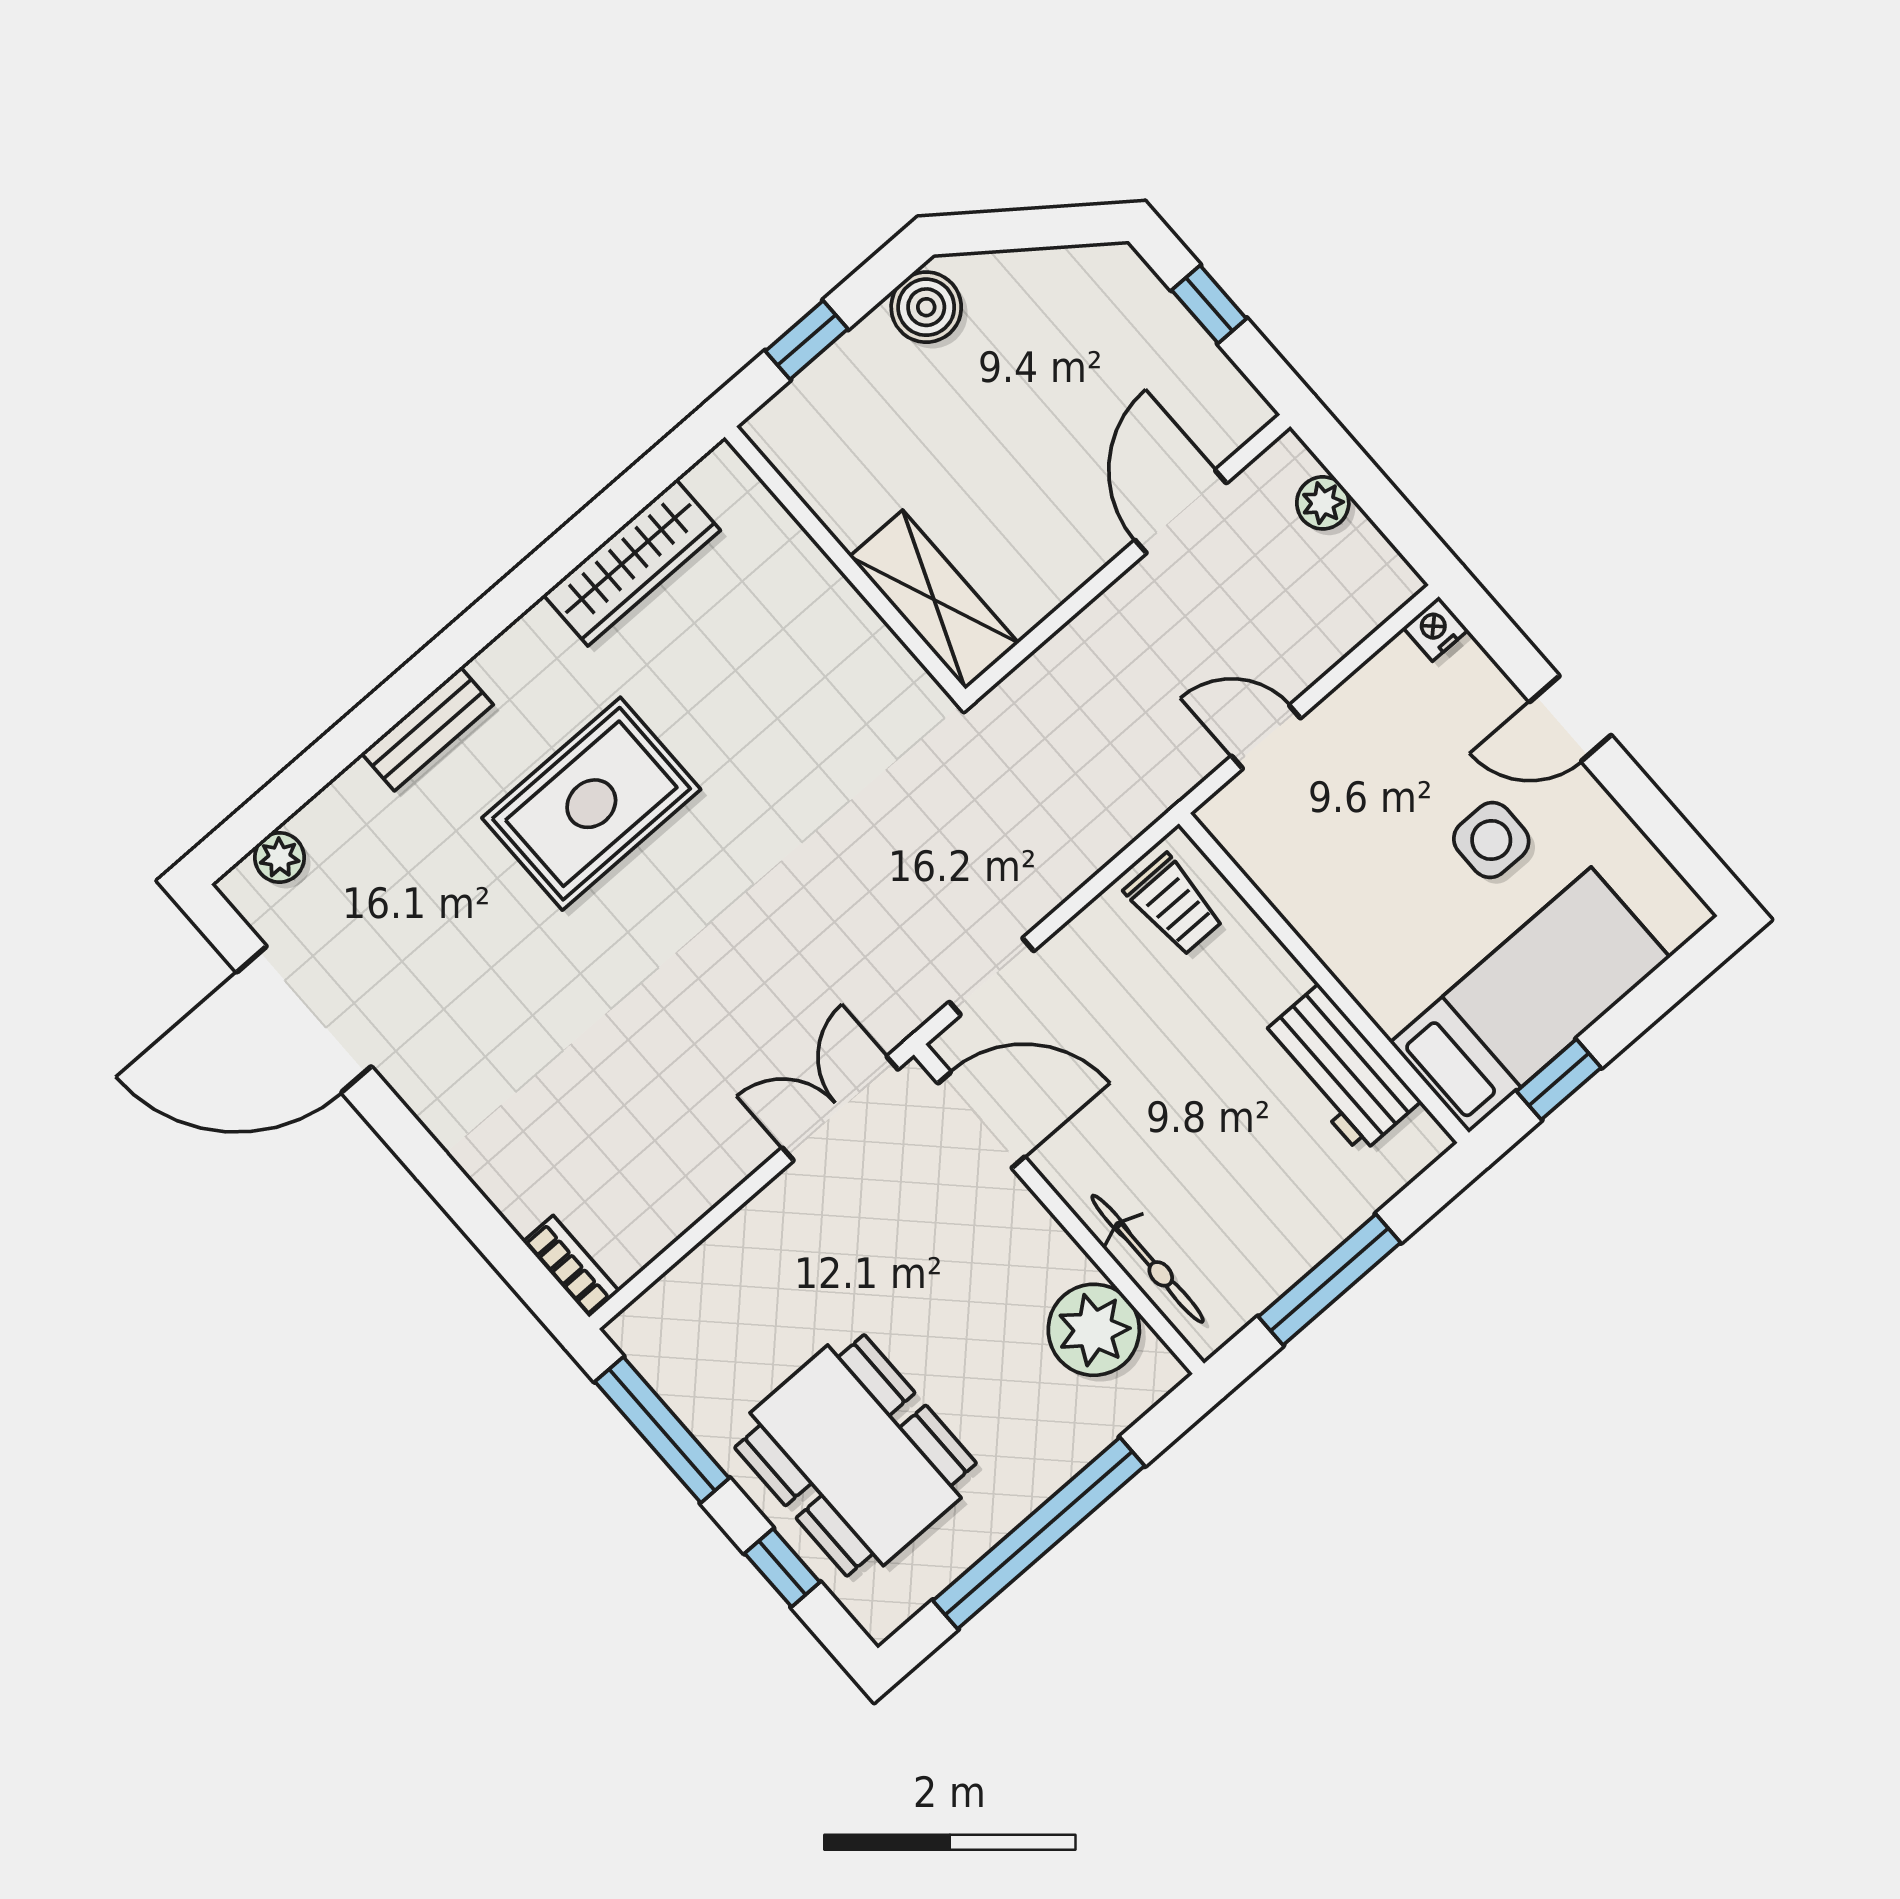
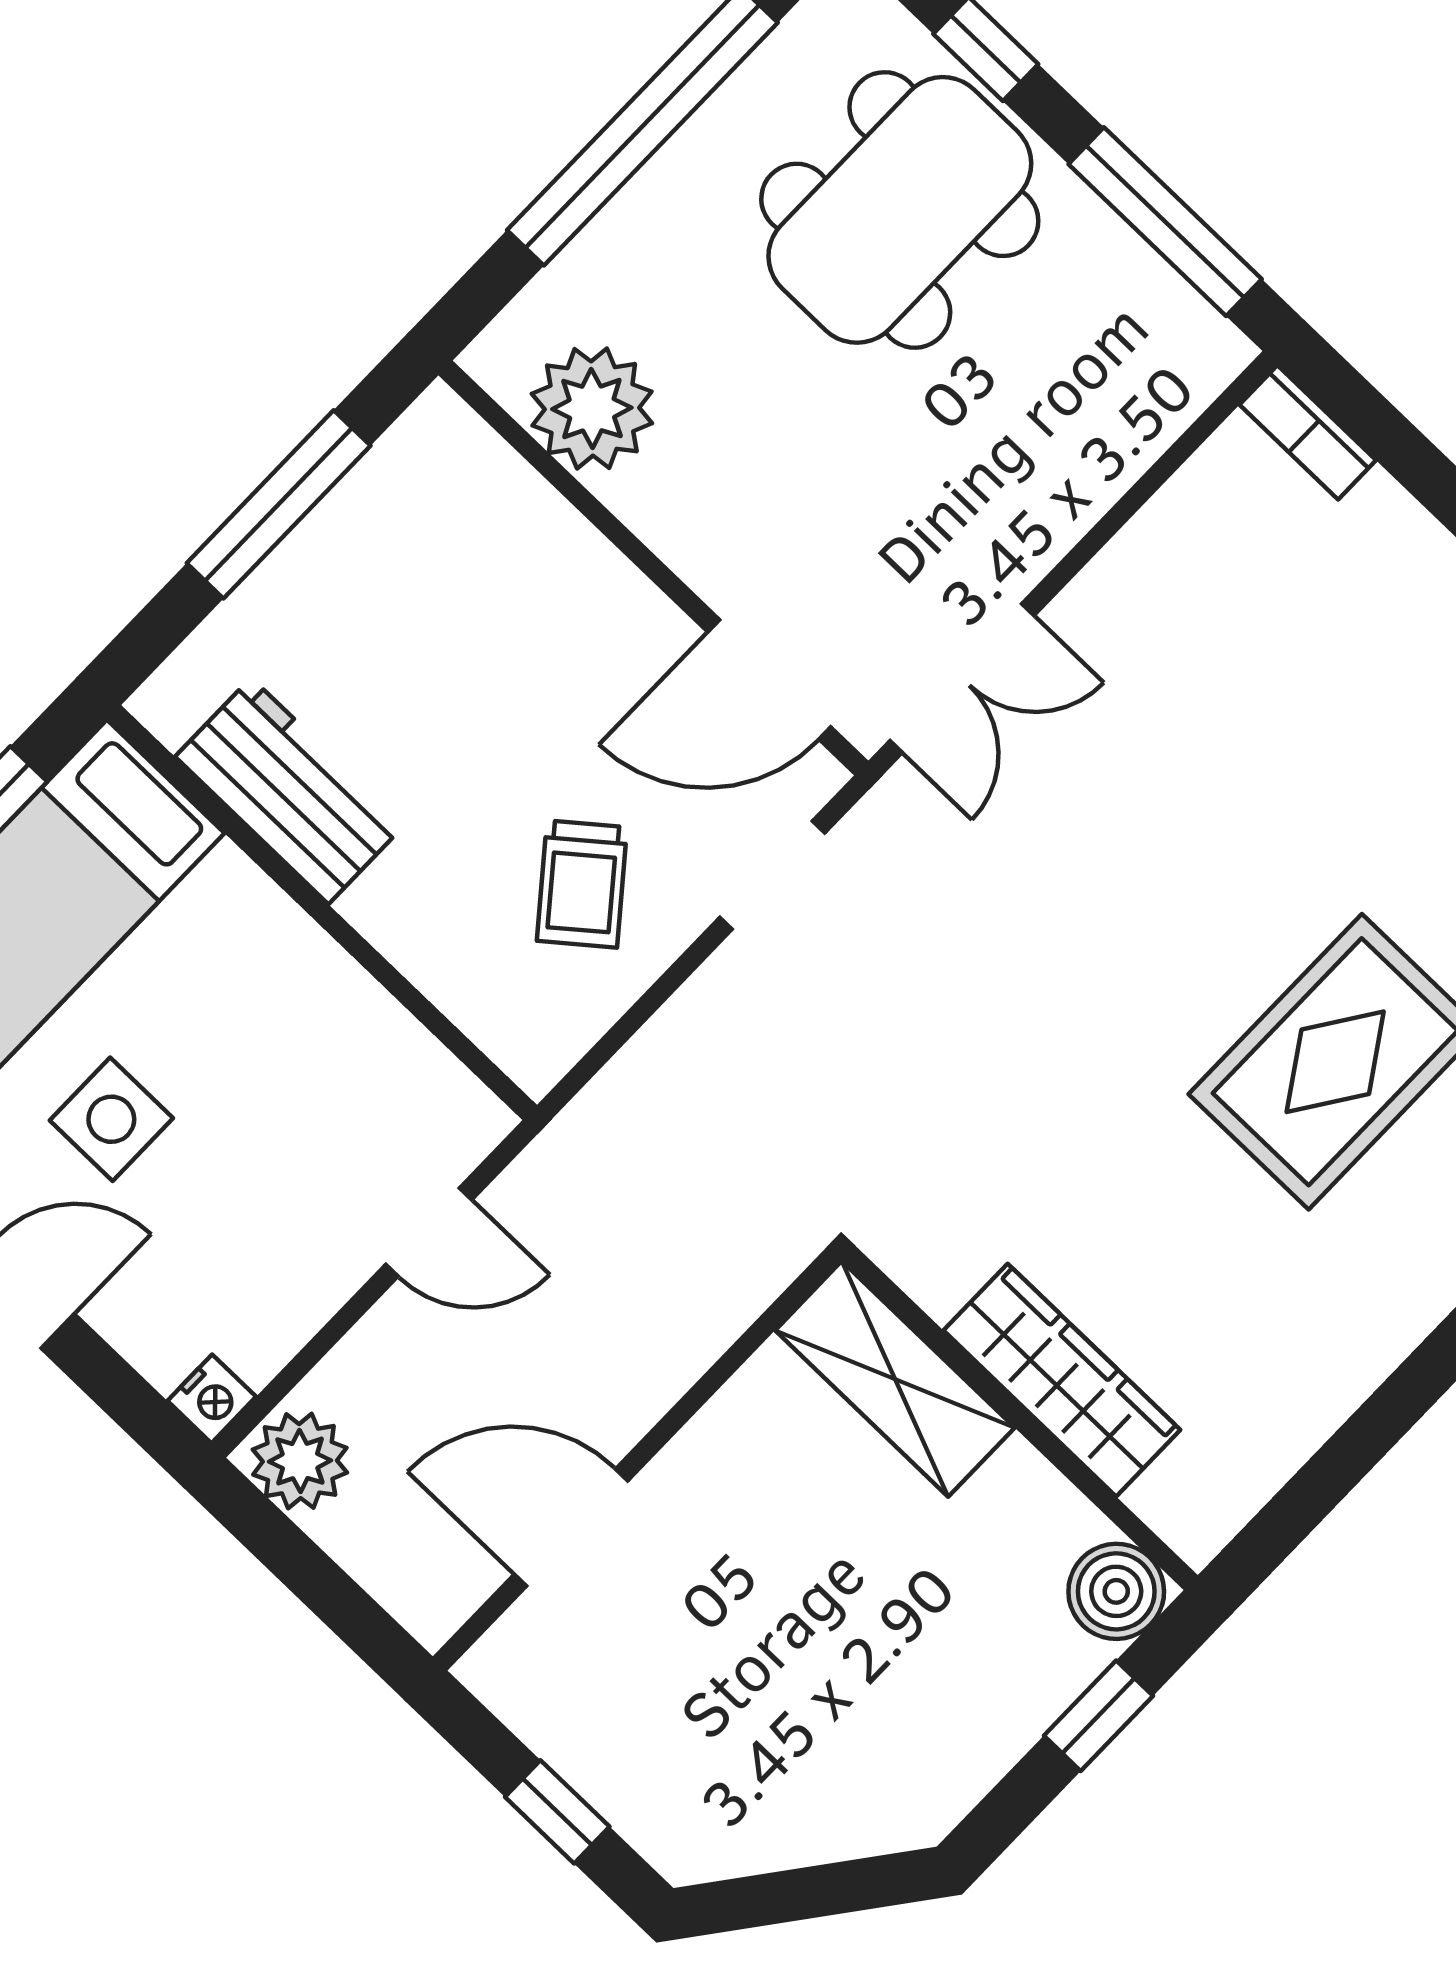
boiler: (926, 307) -> (1116, 1591), moved
plant: (1323, 503) -> (300, 1461), moved, width x1.38, depth x1.38
door: (1181, 512) -> (571, 1528), swing flipped
wardrobe: (632, 563) -> (1062, 1380), moved, turned 90
trolley: (1174, 905) -> (582, 884), moved, turned -129
bicycle: (1148, 1259) -> (527, 511), removed
dining table: (856, 1455) -> (900, 210), turned 90

